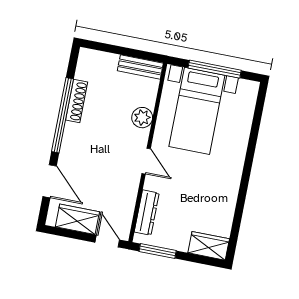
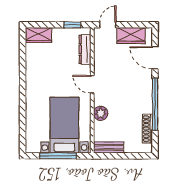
shoe rack: (77, 101) -> (147, 129), moved
door: (107, 241) -> (108, 25), swing flipped
window: (158, 251) -> (72, 25), width x0.67

